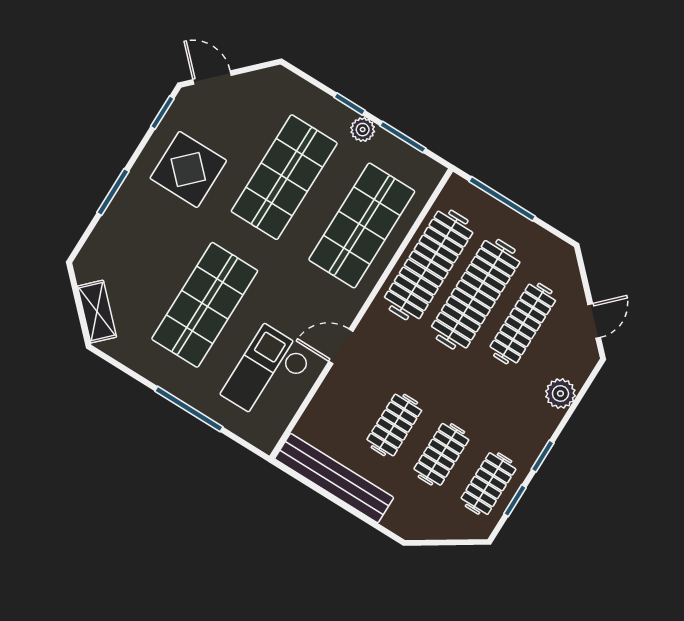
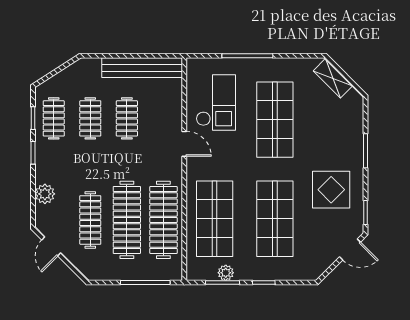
plant: (363, 130) -> (226, 273), moved
door: (341, 346) -> (184, 144), hinge flipped

